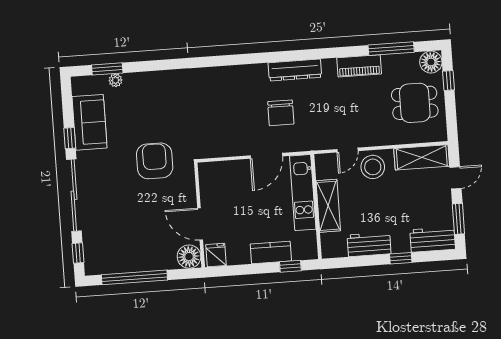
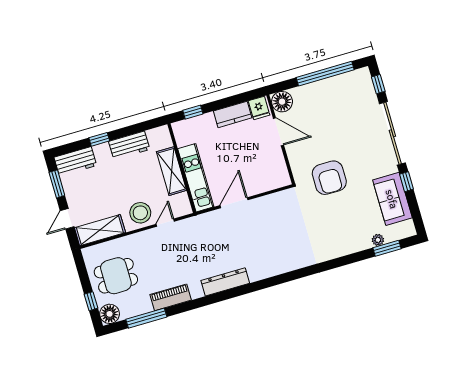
chair: (281, 113) -> (229, 242), removed
kitchen counter: (271, 252) -> (233, 114), moved

